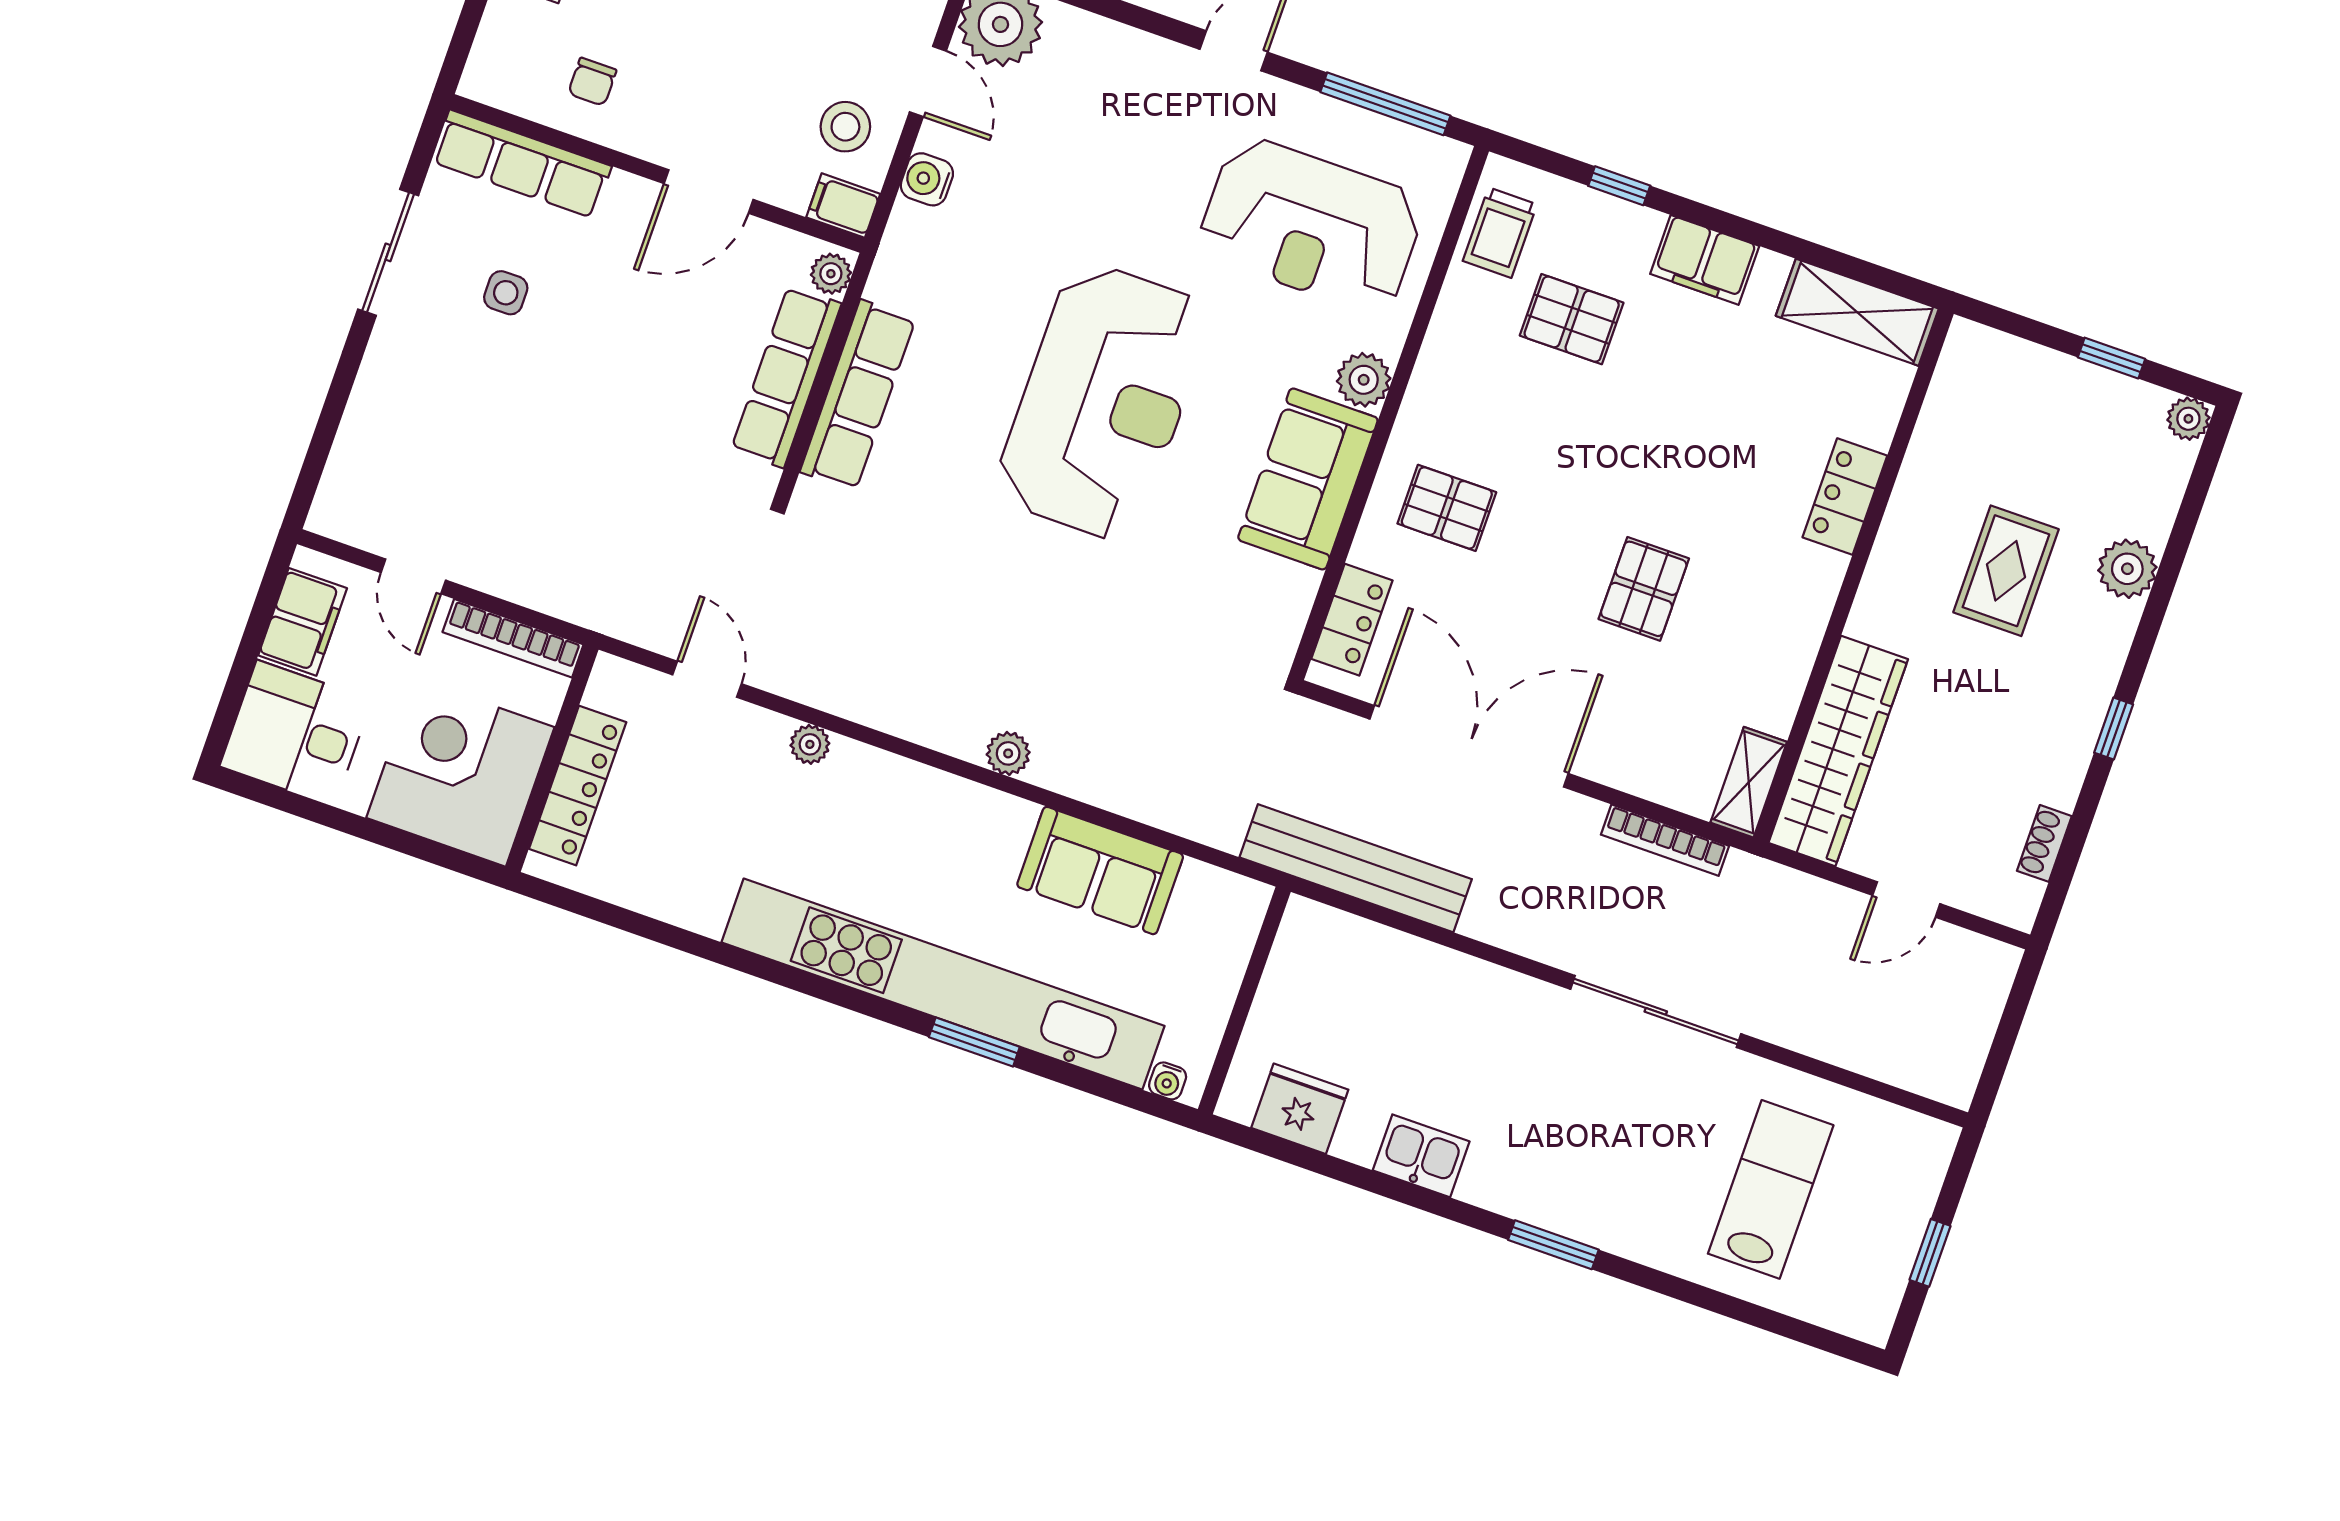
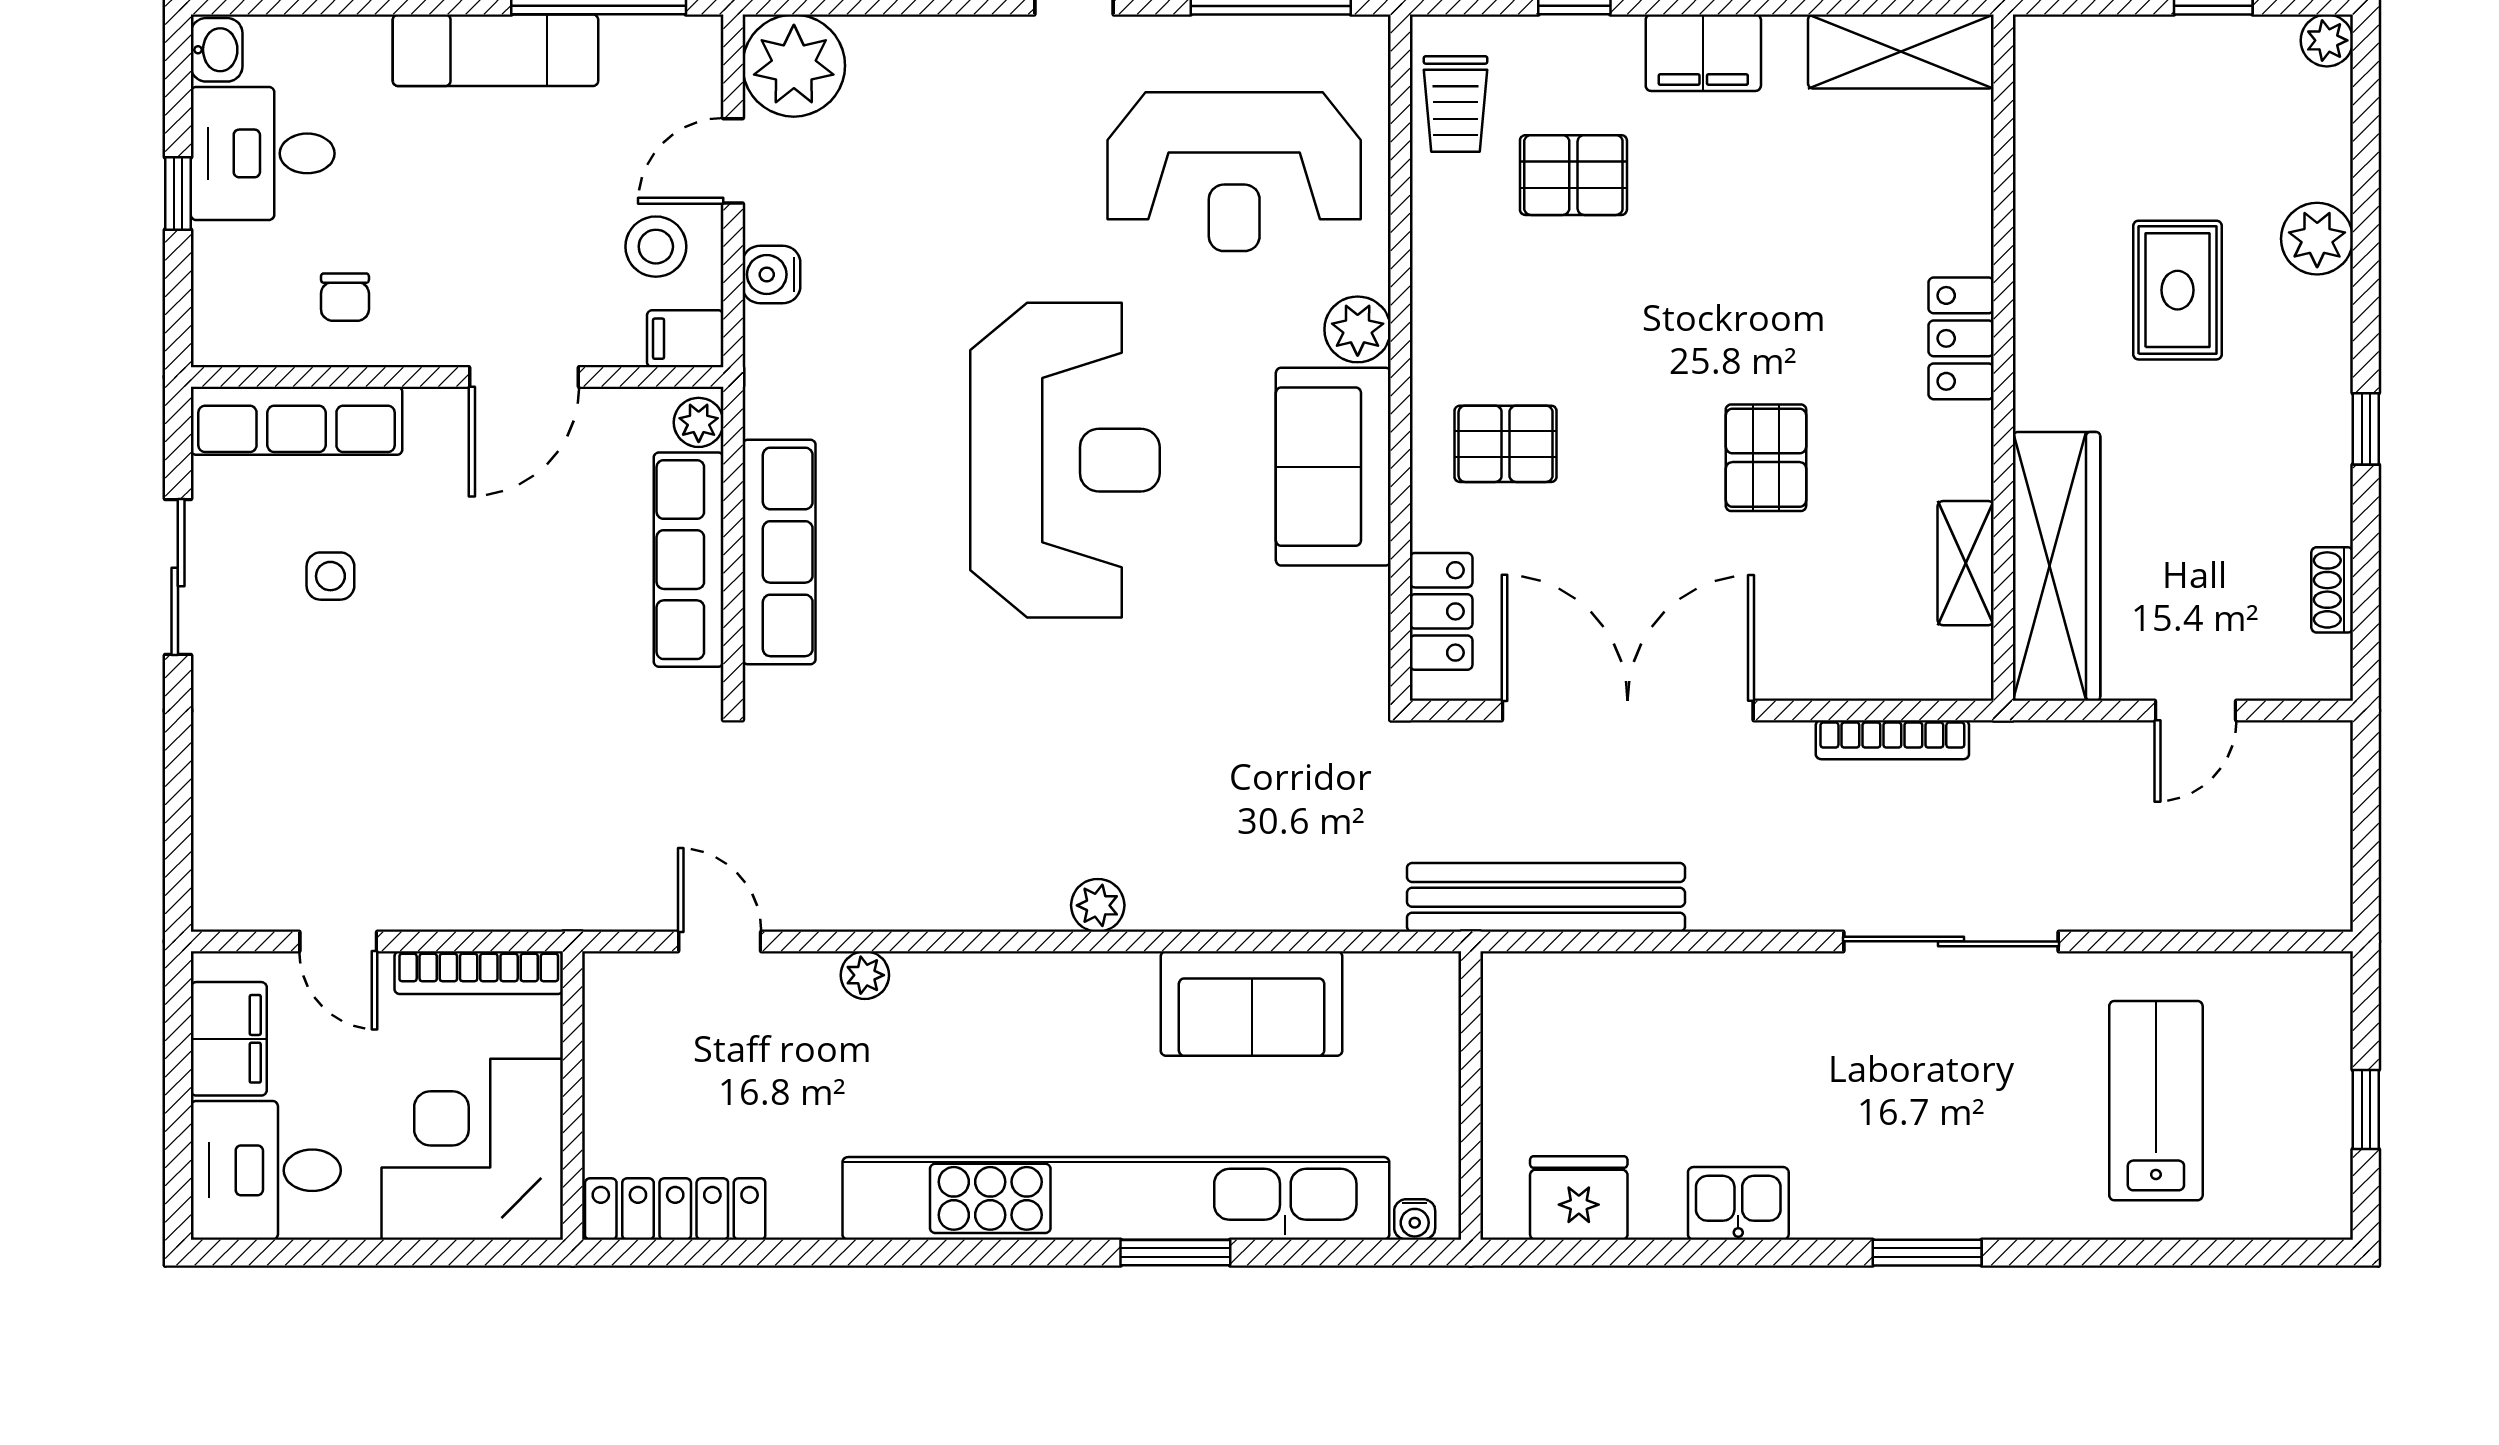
door: (928, 81) -> (733, 161), swing flipped
locker: (1845, 497) -> (1961, 338), moved
shelving: (1749, 782) -> (1966, 563), moved
locker: (578, 786) -> (675, 1209), moved, turned -90

